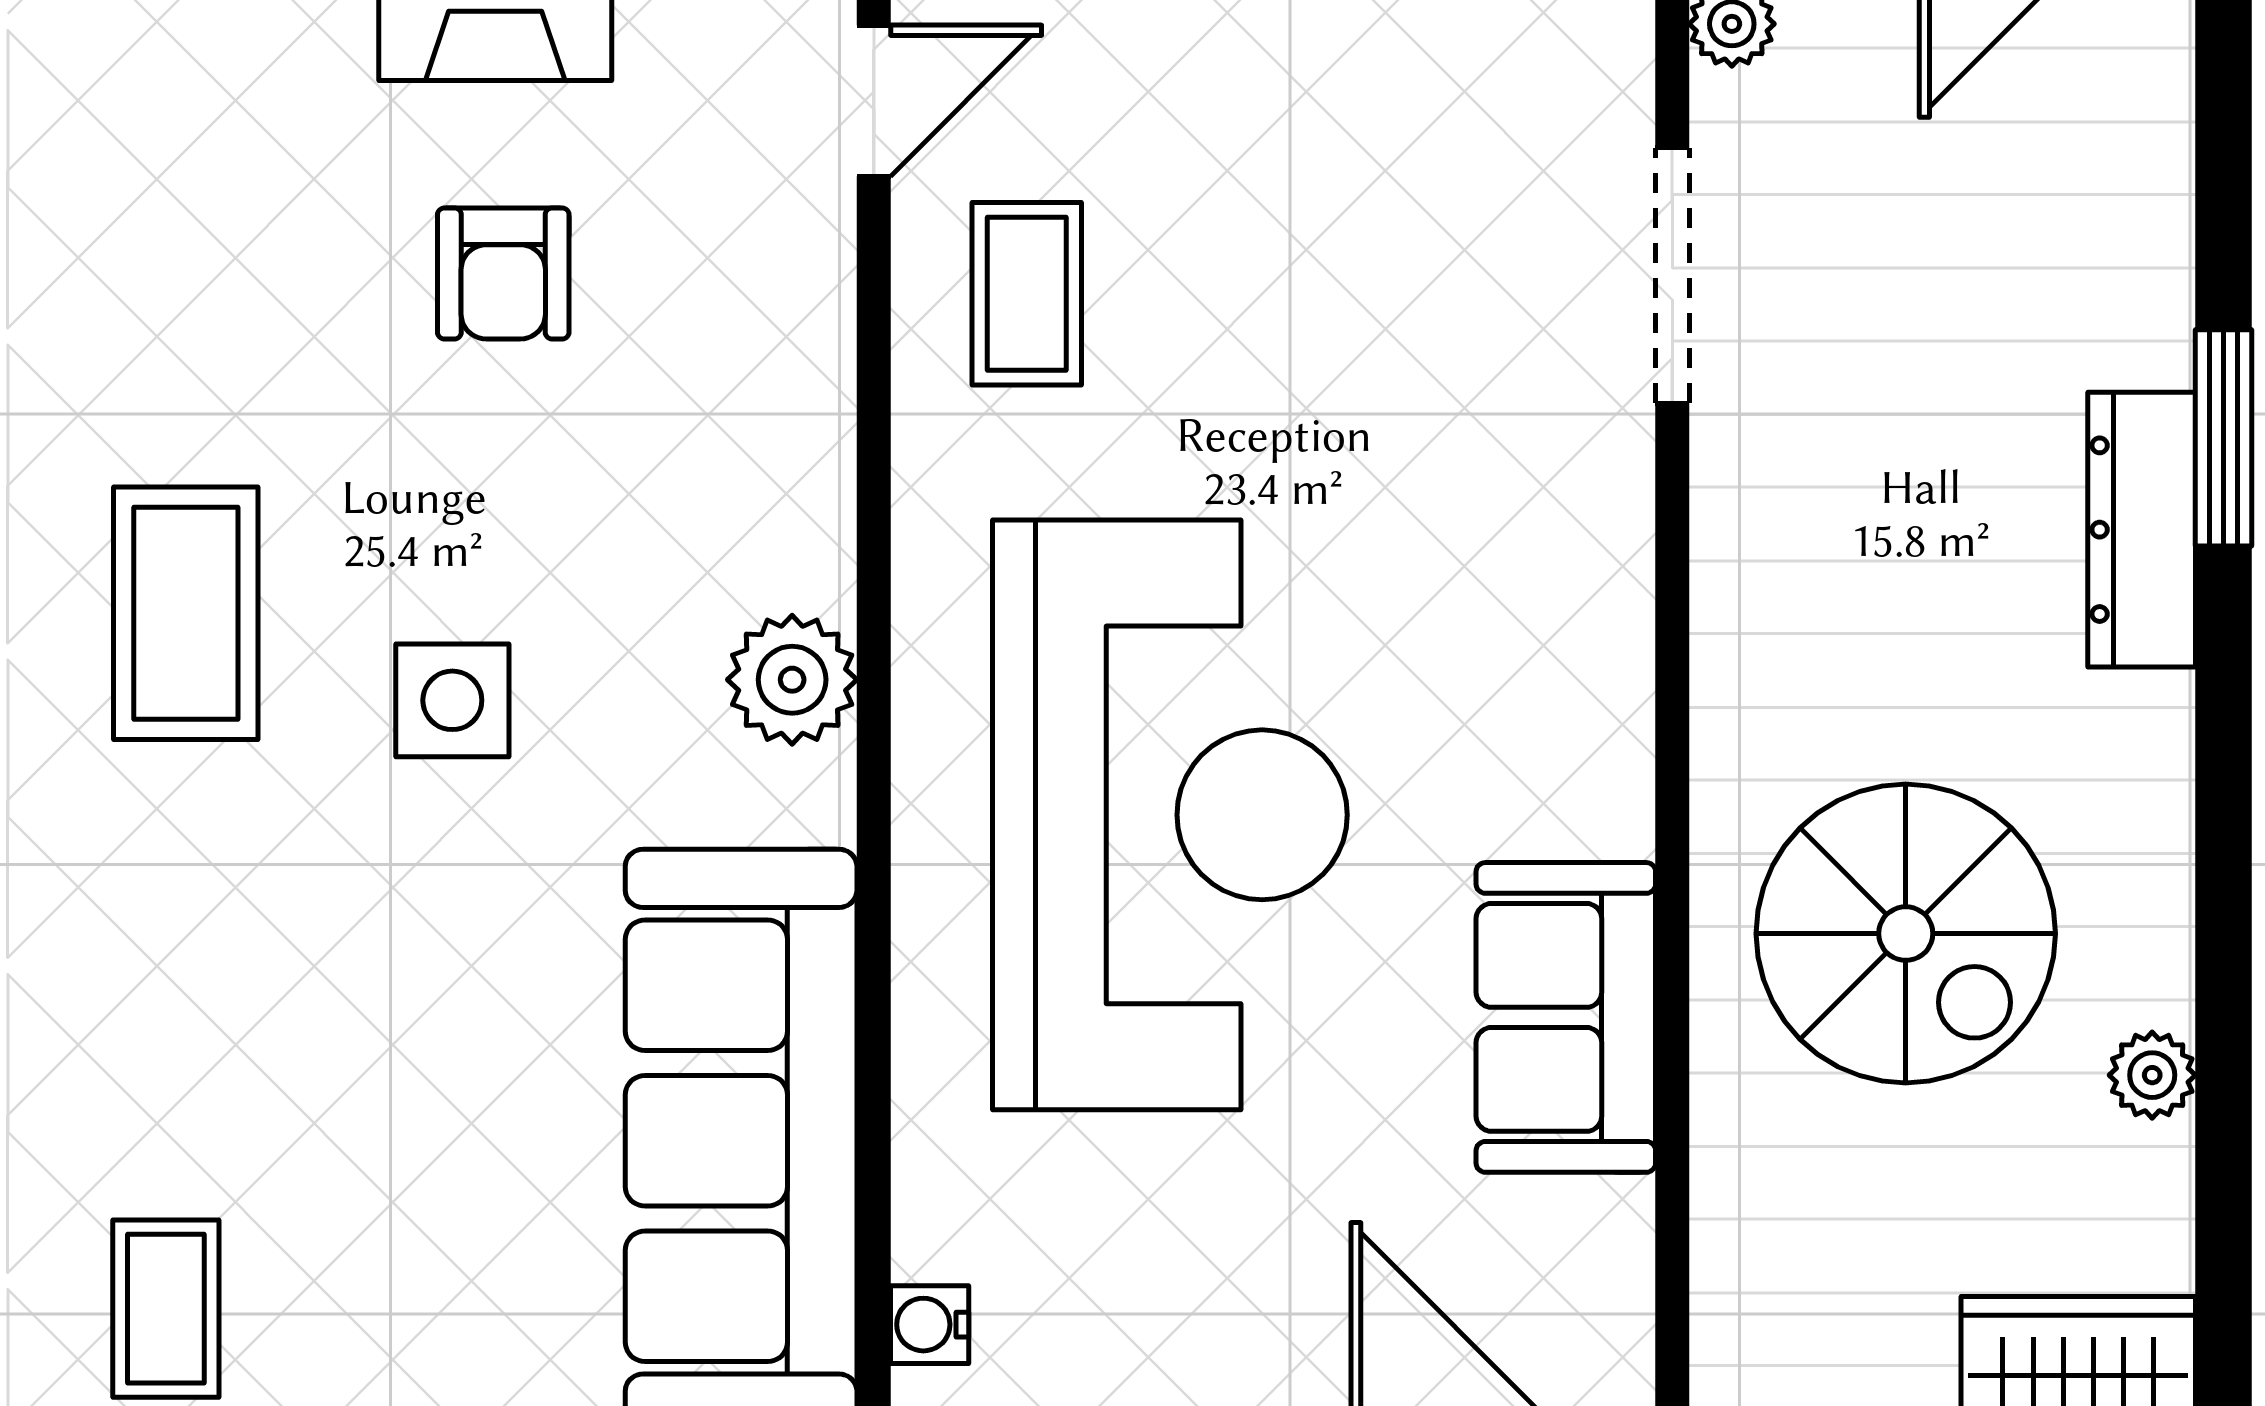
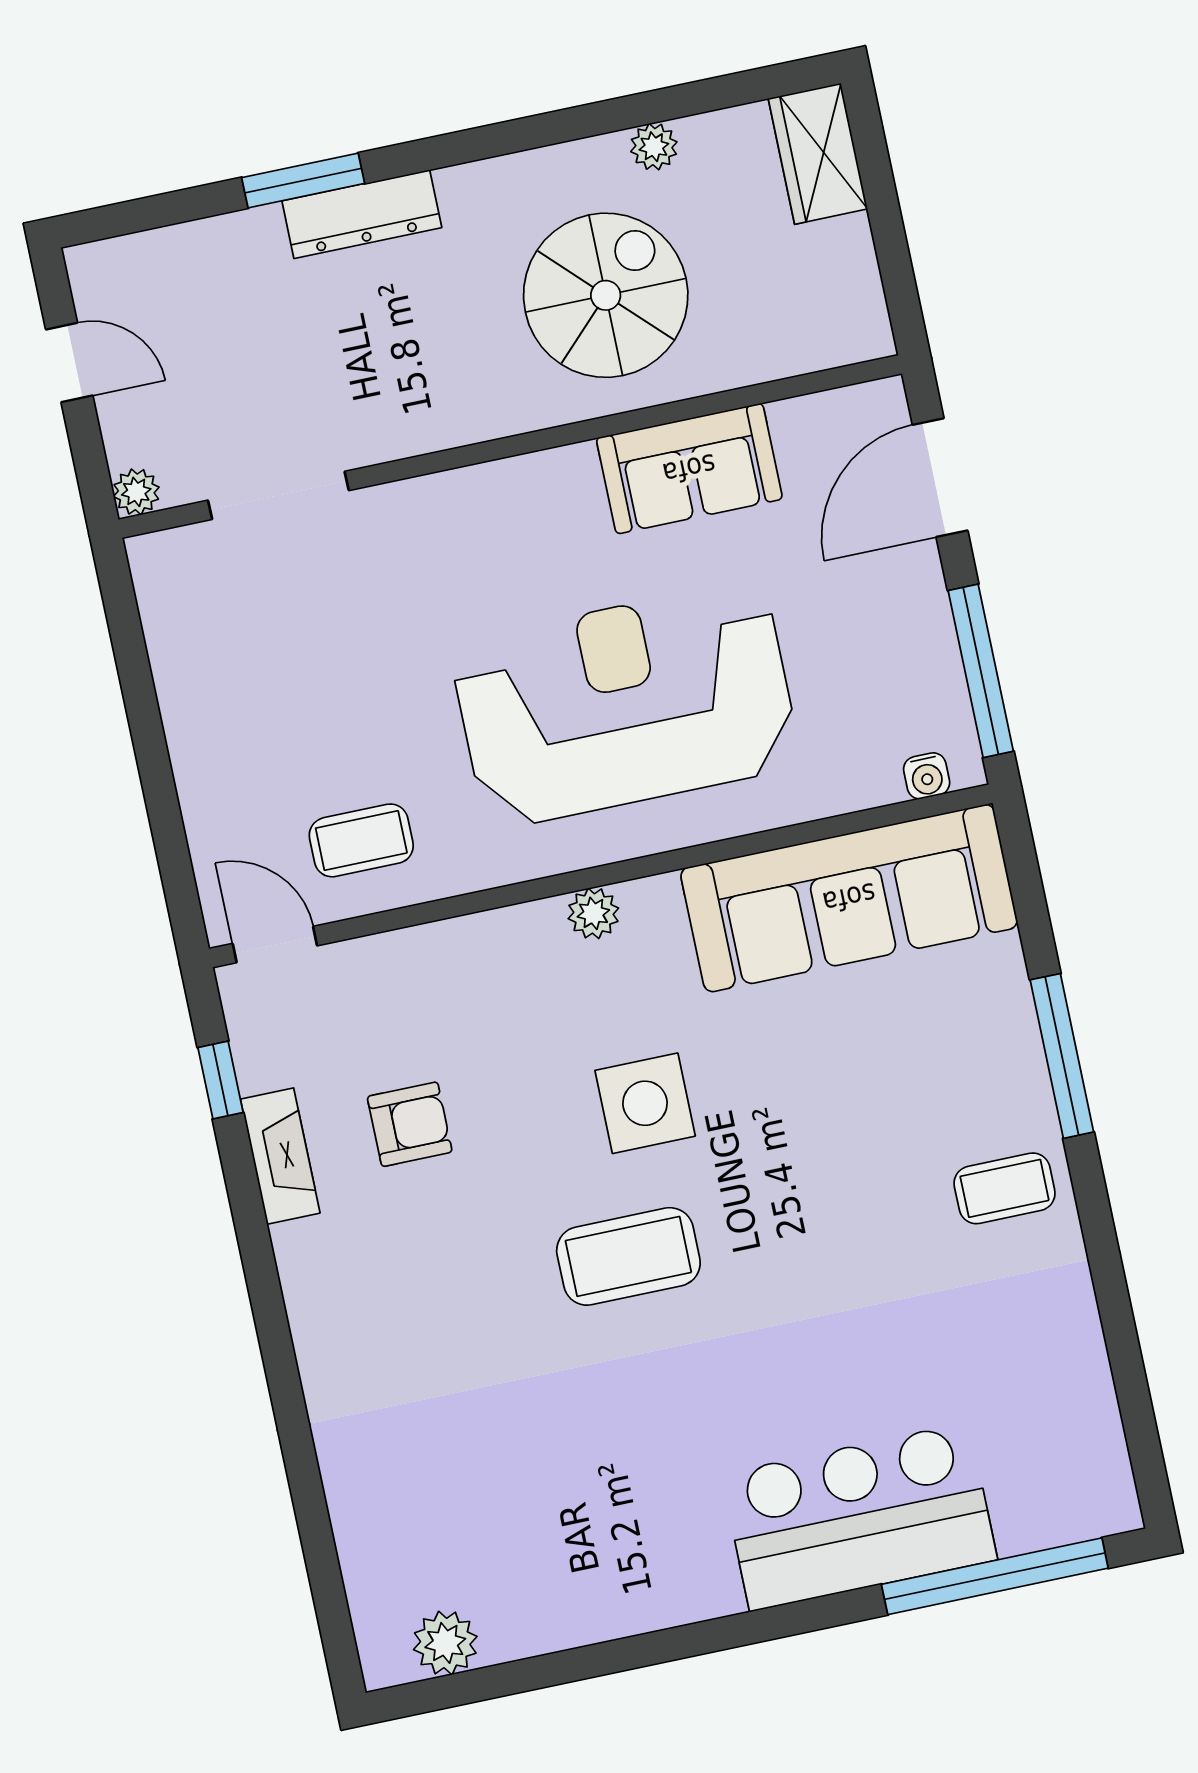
plant: (792, 680) -> (593, 913), width x0.73, depth x0.73
side table: (452, 700) -> (645, 1103), width x1.37, depth x1.37

